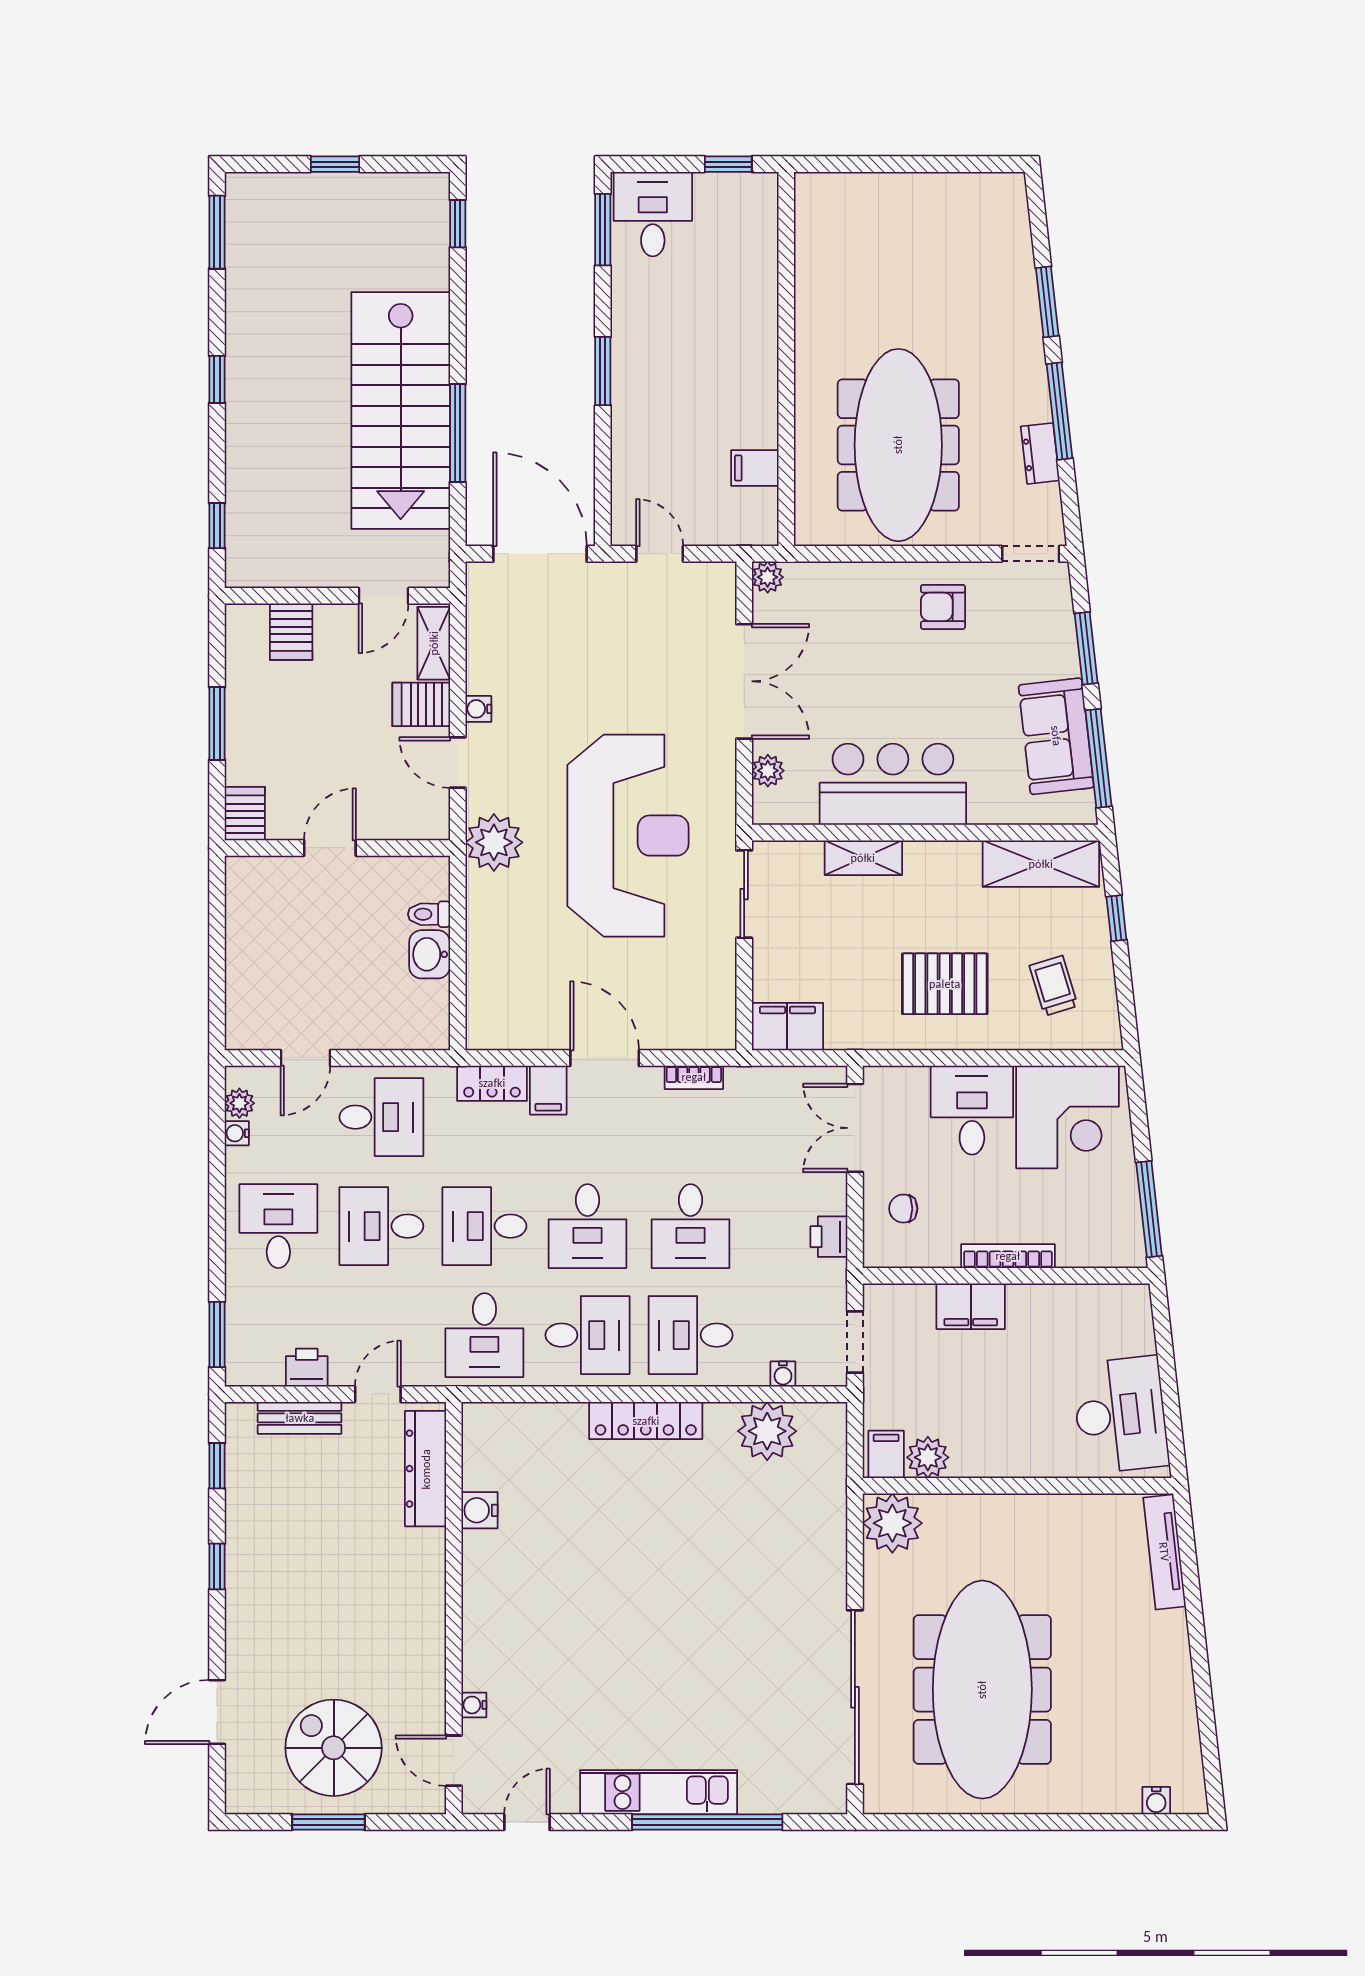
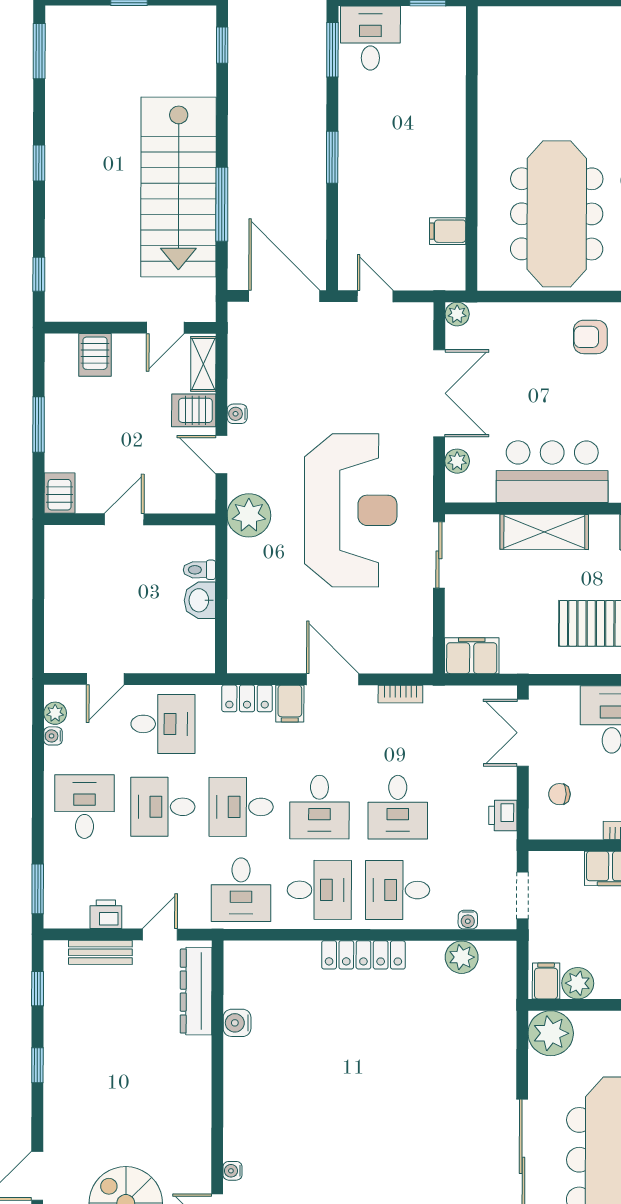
shelving: (863, 858) -> (544, 532), width x1.50, depth x1.33
plant: (767, 1431) -> (462, 957), width x0.73, depth x0.73

